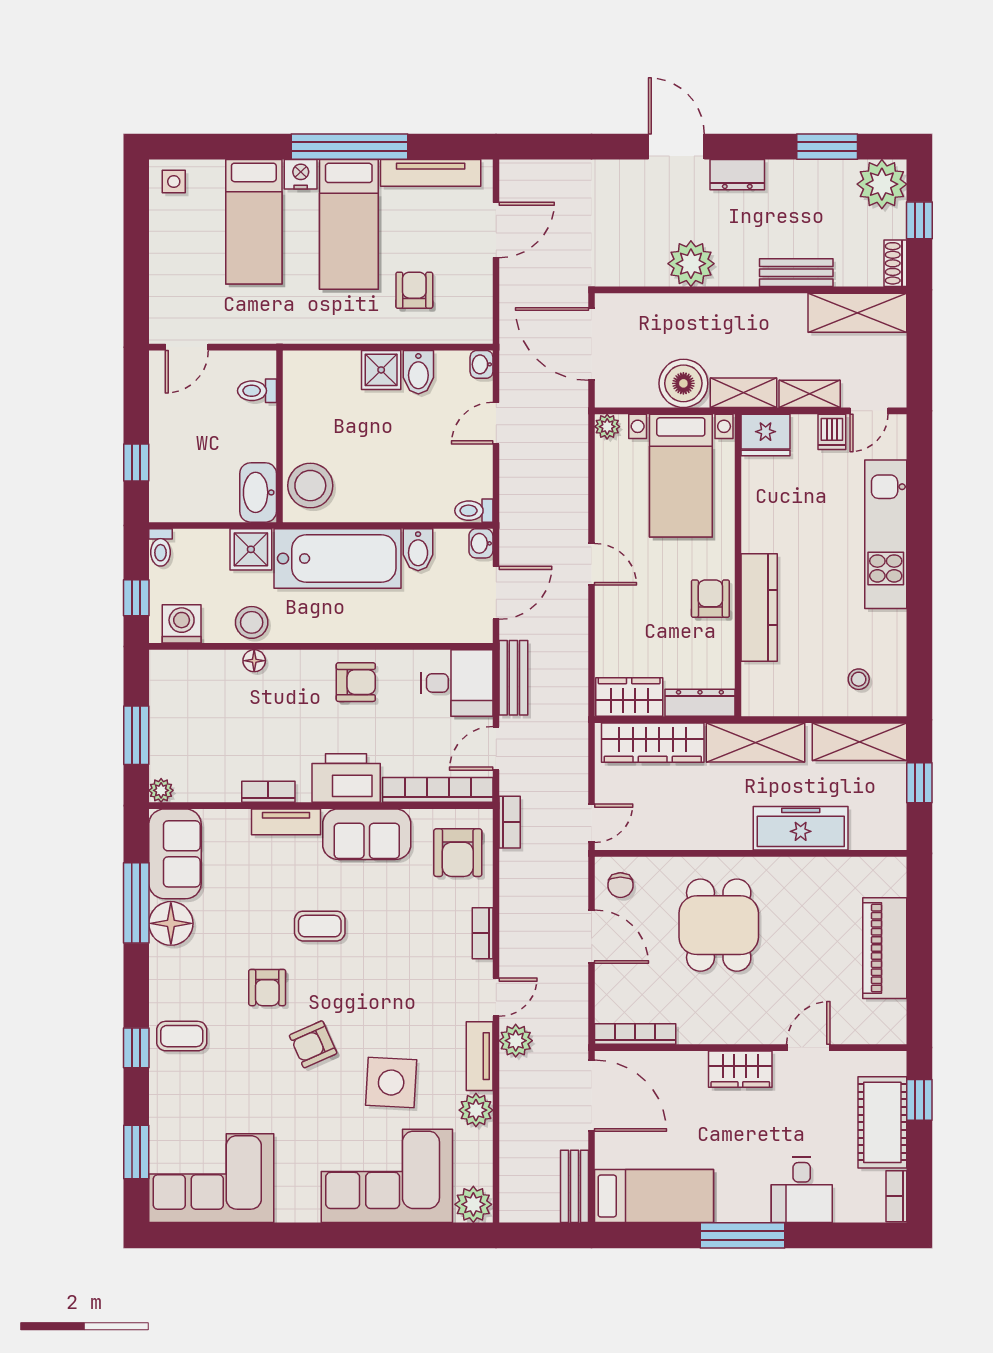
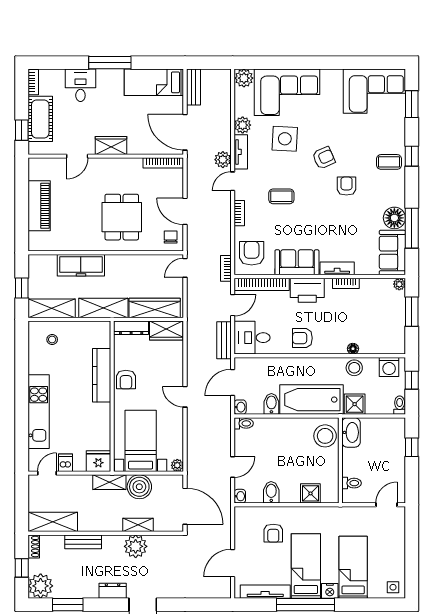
shower: (381, 370) -> (310, 493), moved
shelving: (810, 394) -> (138, 525), moved
coffee table: (320, 926) -> (281, 196), moved

